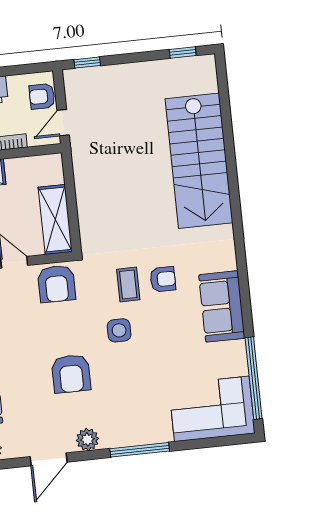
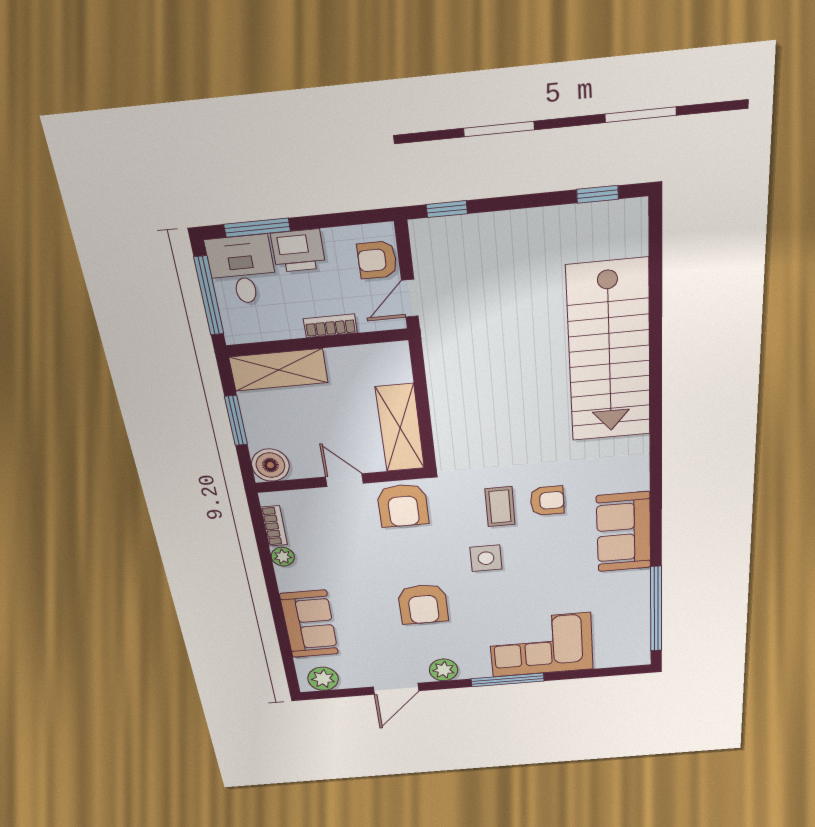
corner sofa: (212, 409) -> (541, 645), moved

